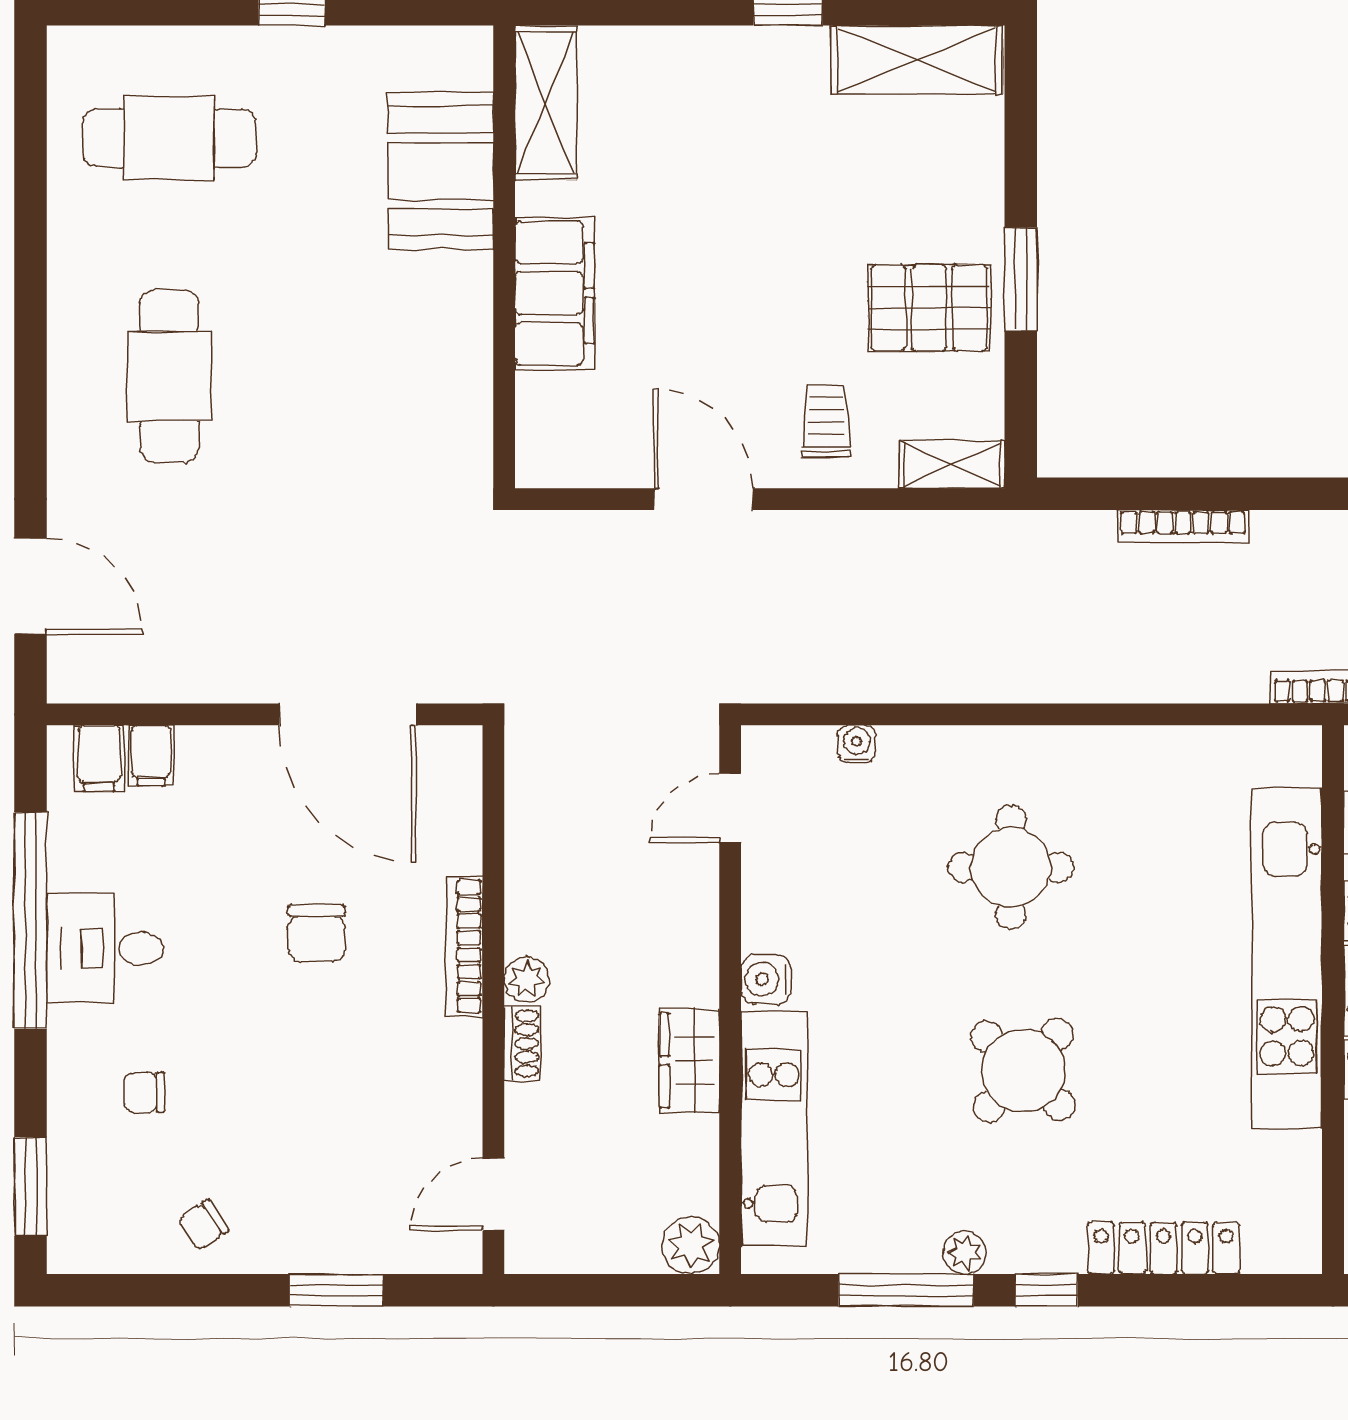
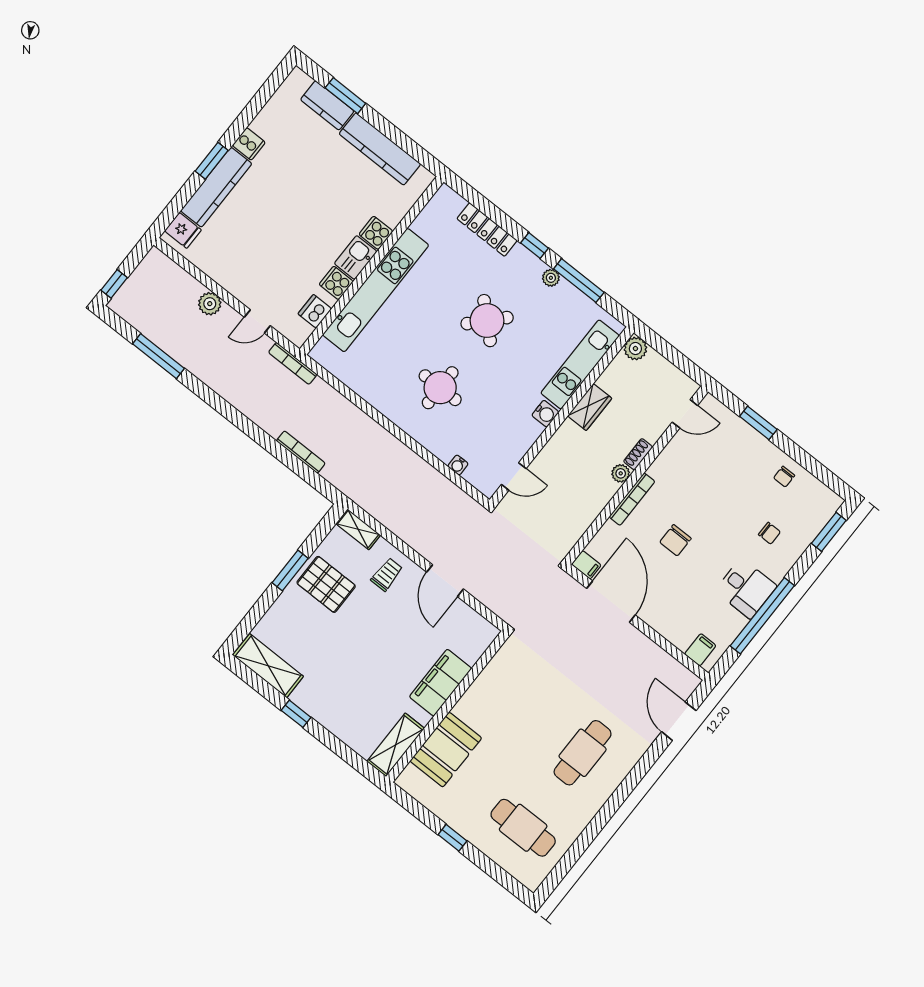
trolley: (826, 421) -> (387, 574), turned 180
filing cabinet: (151, 755) -> (586, 565), moved, turned 90
chair: (317, 933) -> (675, 540), turned 180
chair: (203, 1225) -> (784, 477), turned 124

